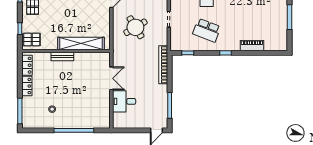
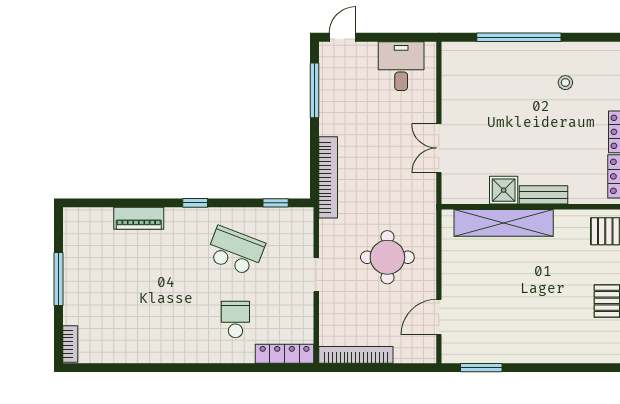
round table: (135, 27) -> (387, 257), turned 31
shower: (81, 59) -> (504, 190), added
desk: (124, 101) -> (401, 66), moved, turned -90

